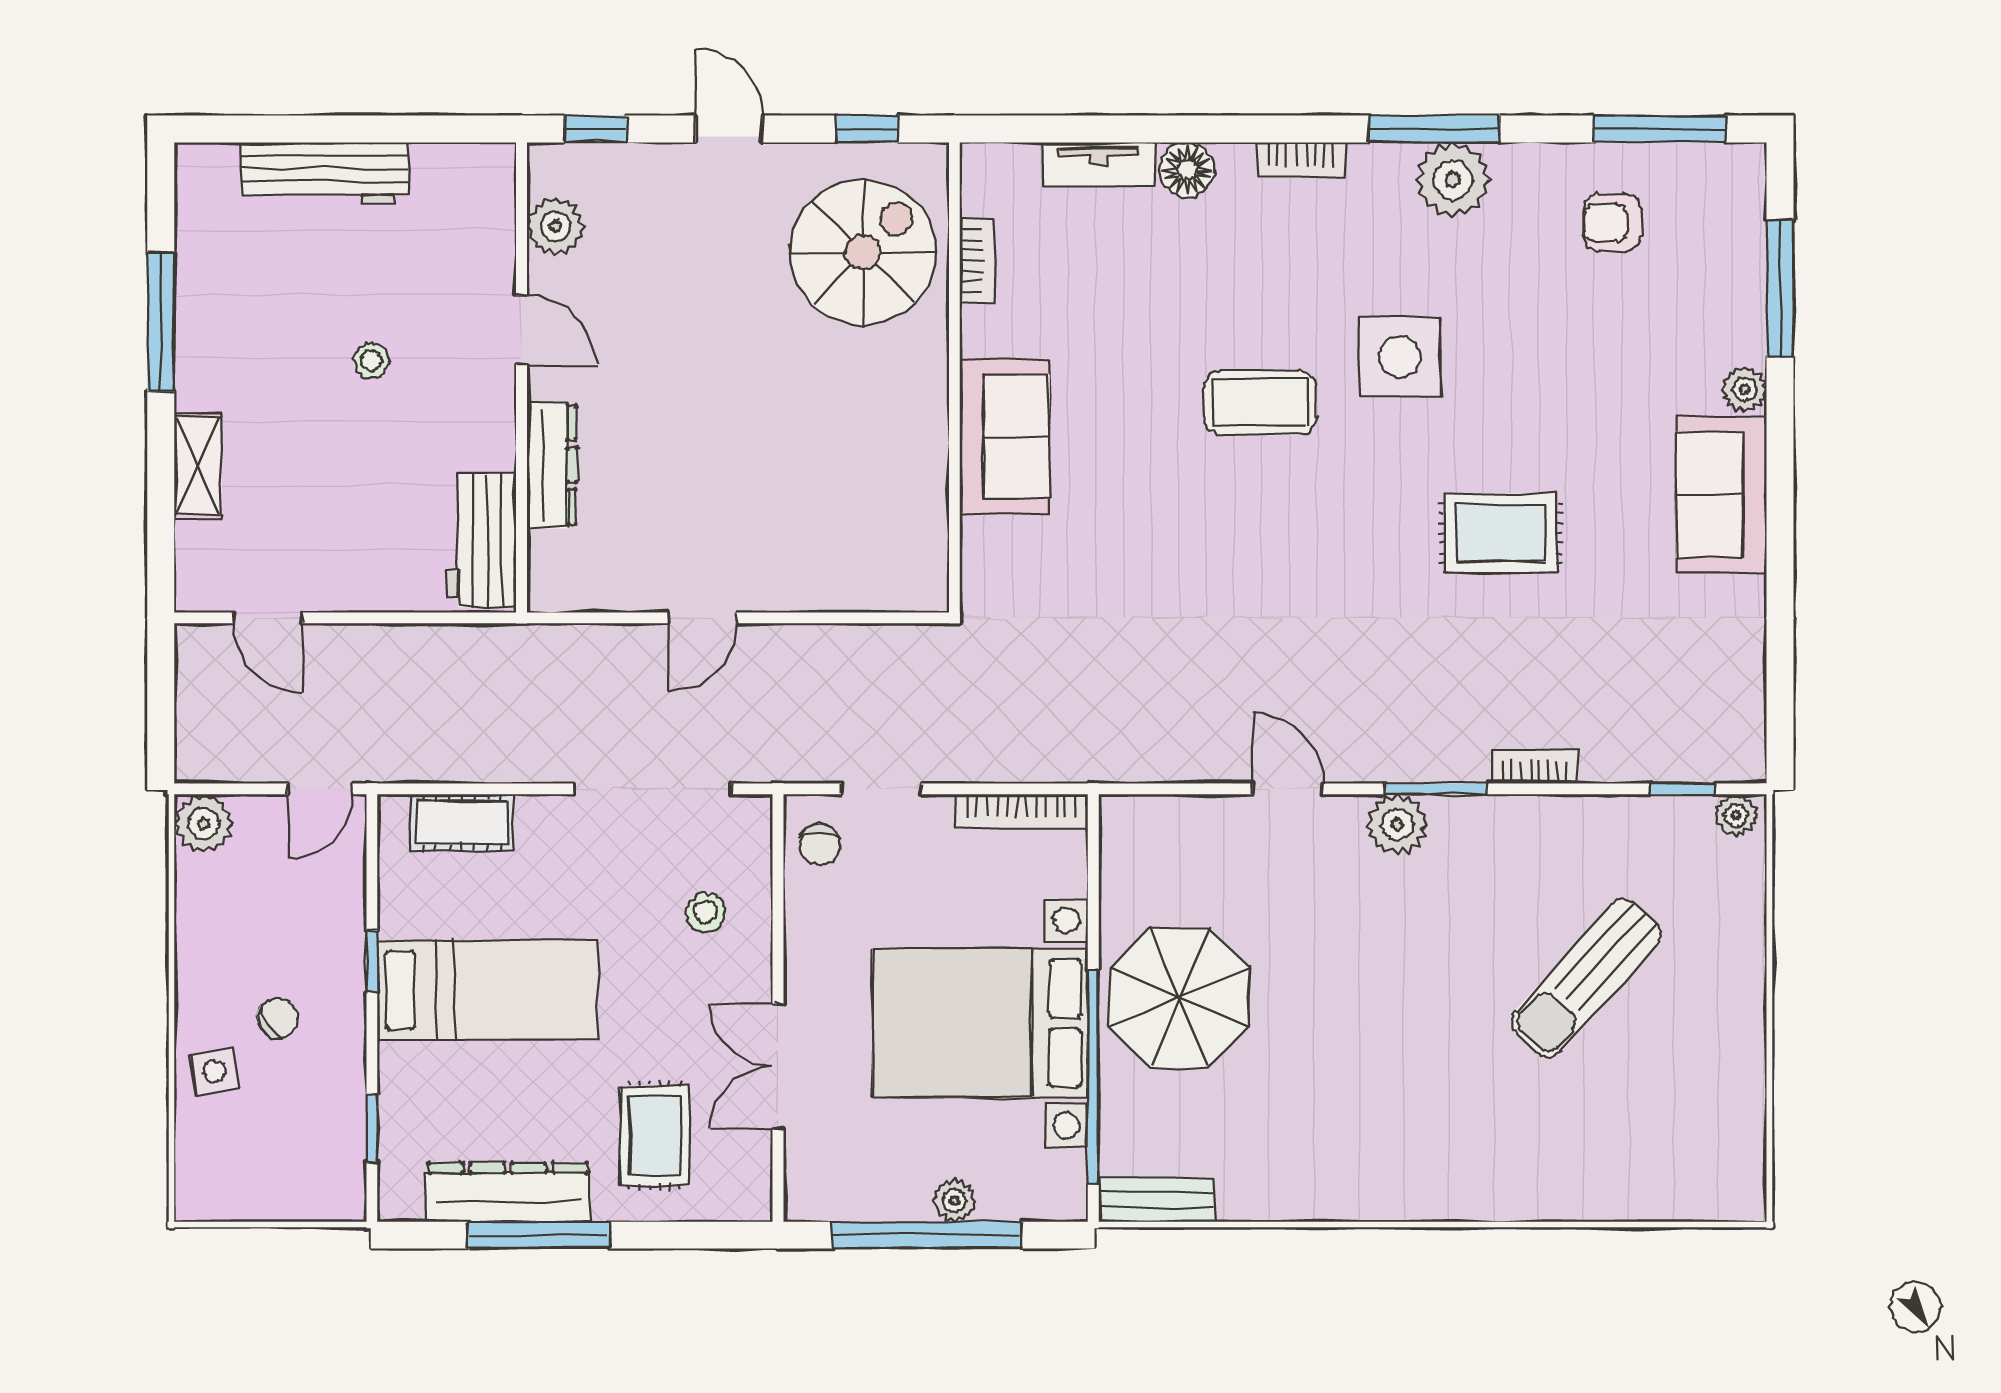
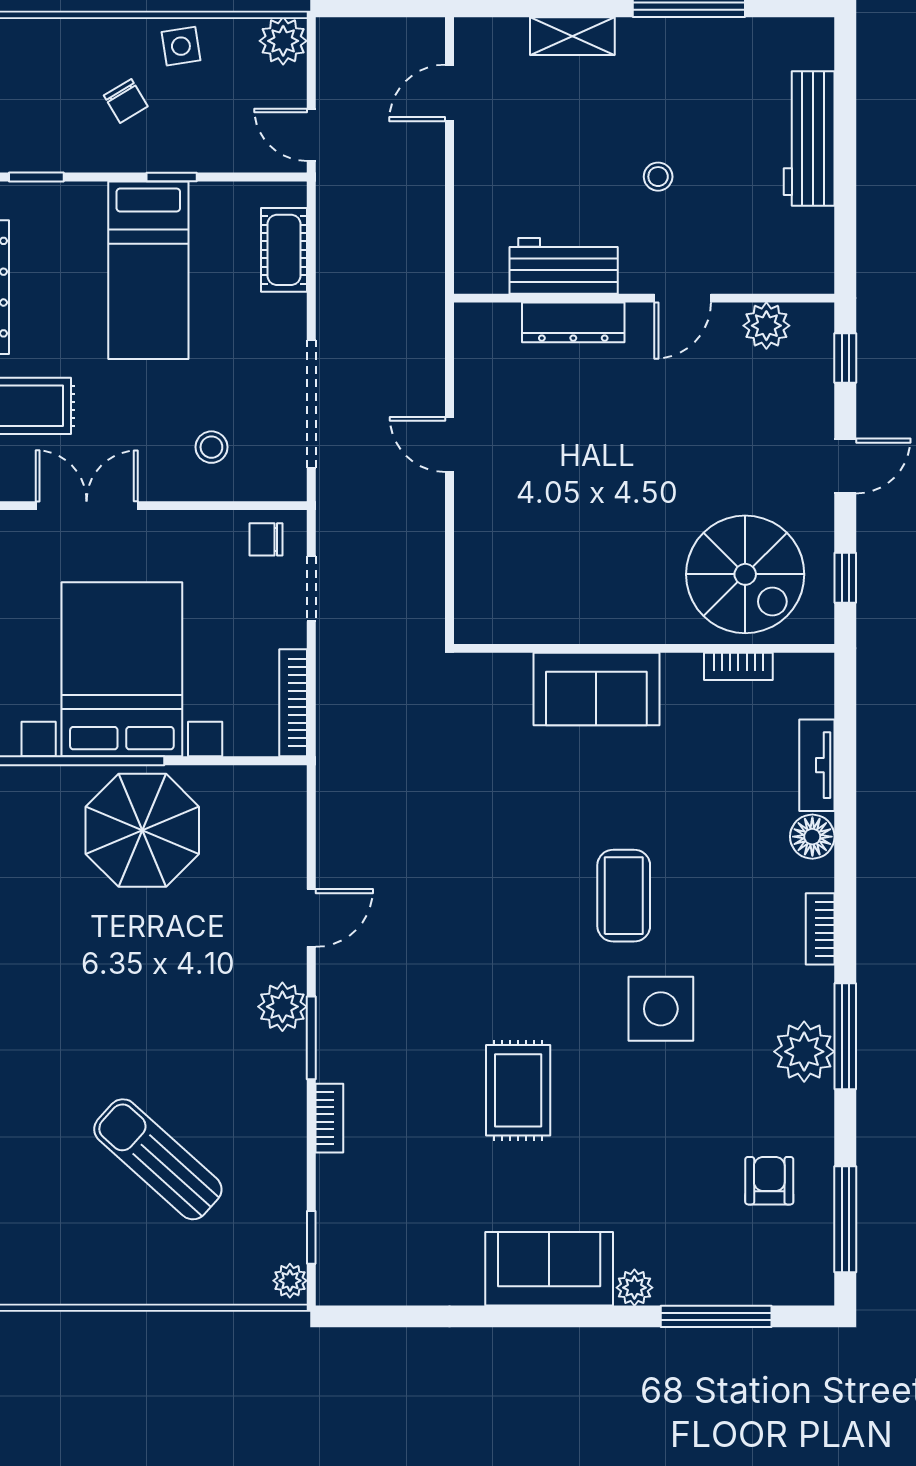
workbench: (482, 541) -> (564, 266), moved
side table: (214, 1071) -> (181, 46), moved

